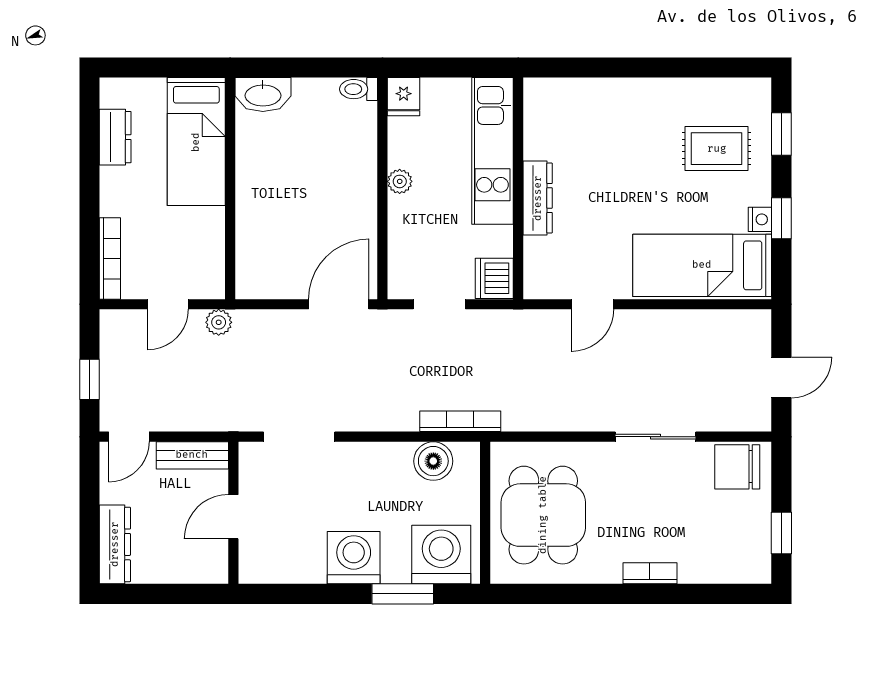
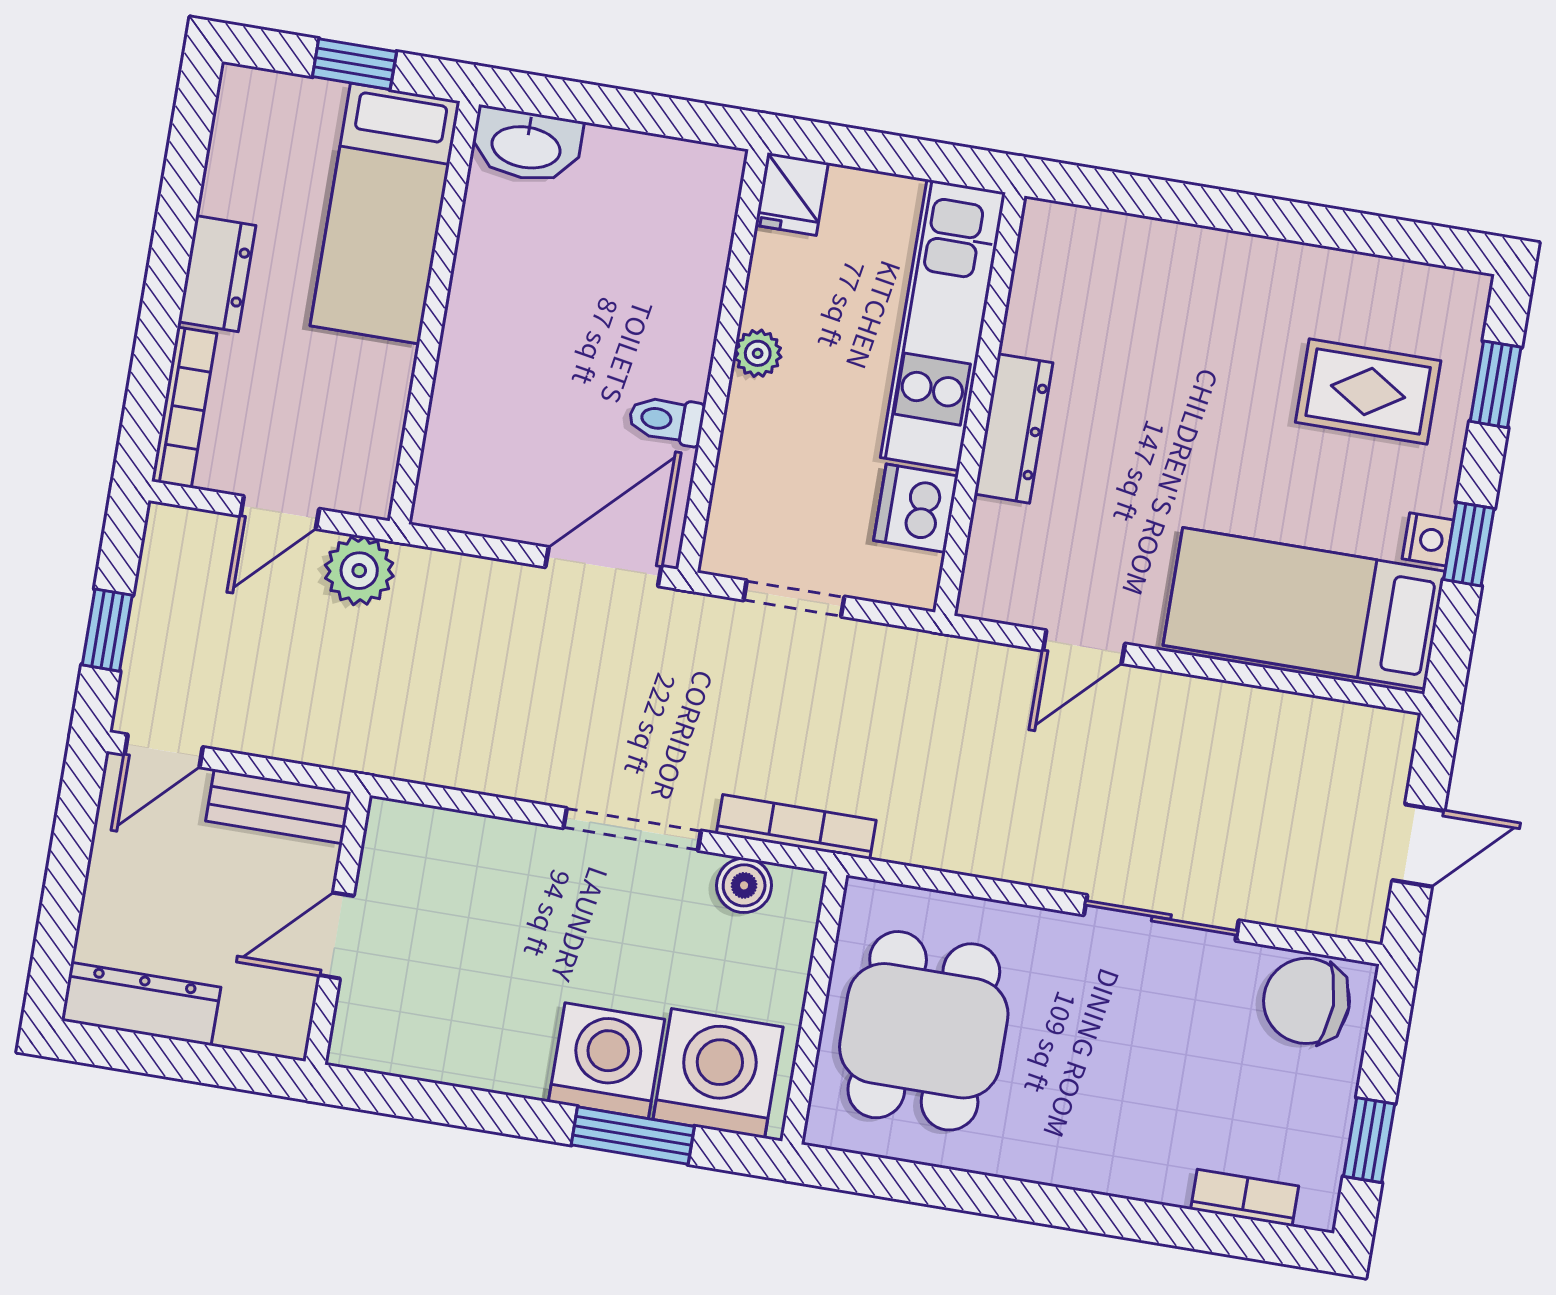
window: (168, 68) -> (354, 64), added
toilet: (359, 89) -> (666, 420), moved
dresser: (115, 137) -> (217, 274), moved
dishwasher: (494, 278) -> (916, 508), moved
plant: (219, 322) -> (359, 571), width x1.38, depth x1.38
doorway: (299, 437) -> (632, 829), moved
boiler: (433, 461) -> (744, 885), width x0.73, depth x0.73
dresser: (115, 544) -> (141, 1004), moved, turned -90
washing machine: (354, 558) -> (607, 1061), moved
bookcase: (650, 573) -> (1245, 1198), moved

